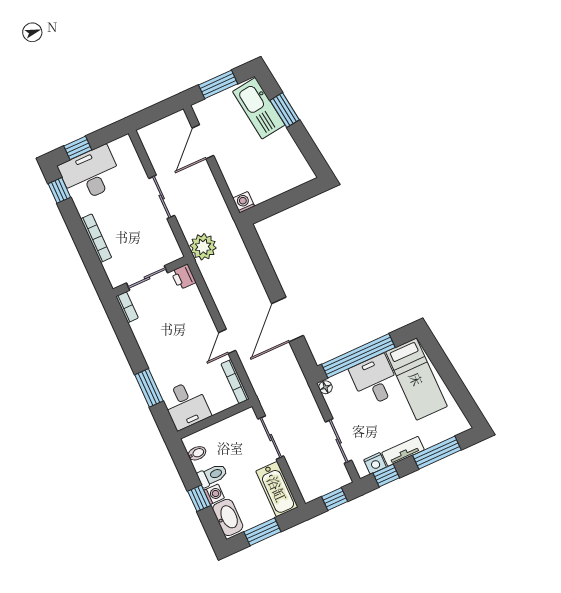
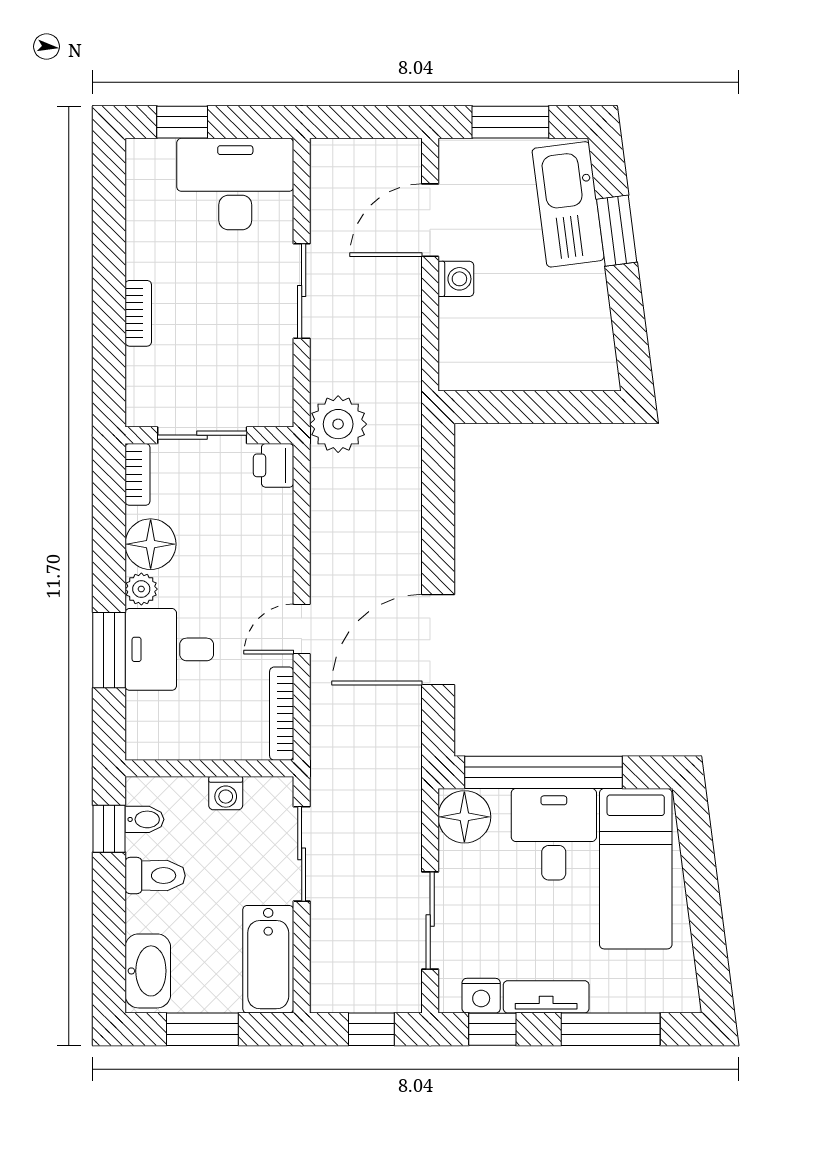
desk: (90, 174) -> (235, 184), moved
window: (59, 190) -> (109, 188), removed
washing machine: (244, 202) -> (456, 279), moved, turned 90
bookcase: (96, 238) -> (138, 313), width x0.64
floor lamp: (146, 334) -> (151, 544), added
plant: (151, 355) -> (141, 589), added
floor lamp: (326, 387) -> (464, 817), width x1.89, depth x1.89
desk: (186, 405) -> (169, 649), moved, turned 90
washing machine: (214, 494) -> (226, 793), moved, turned 90
window: (199, 498) -> (109, 829), moved

